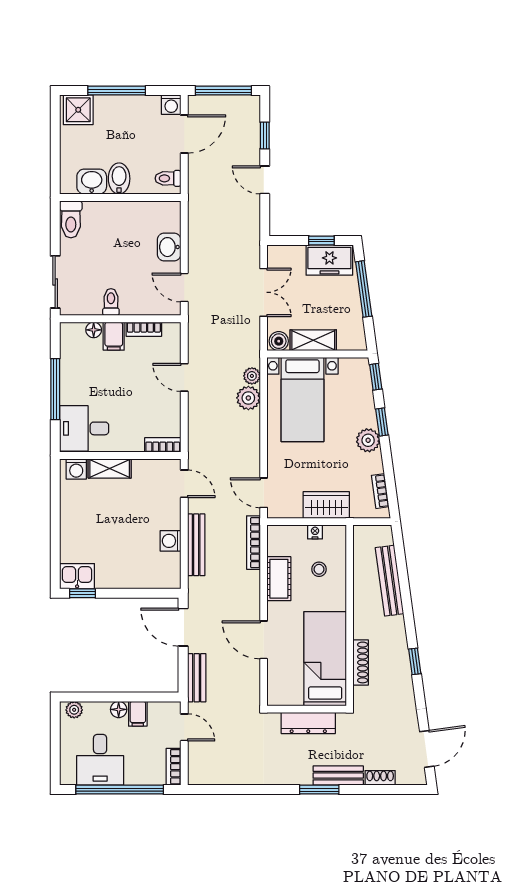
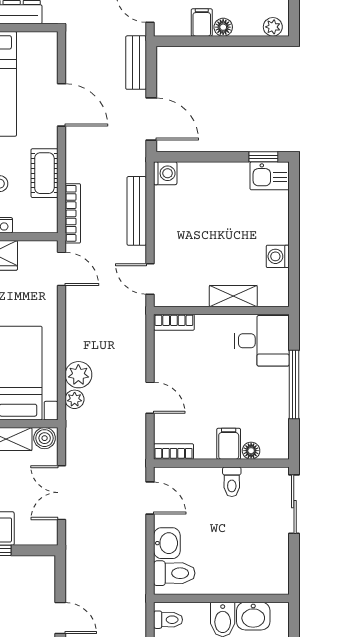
toilet: (71, 219) -> (174, 573), moved, turned 90
bookcase: (144, 329) -> (174, 451), moved
washing machine: (76, 469) -> (278, 256), moved, turned -90
washing machine: (171, 541) -> (165, 173), moved

